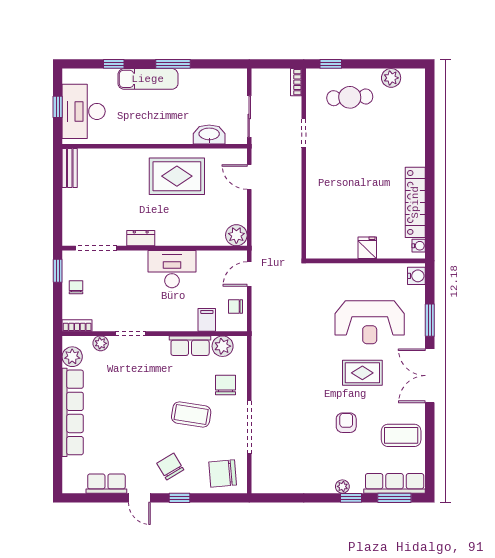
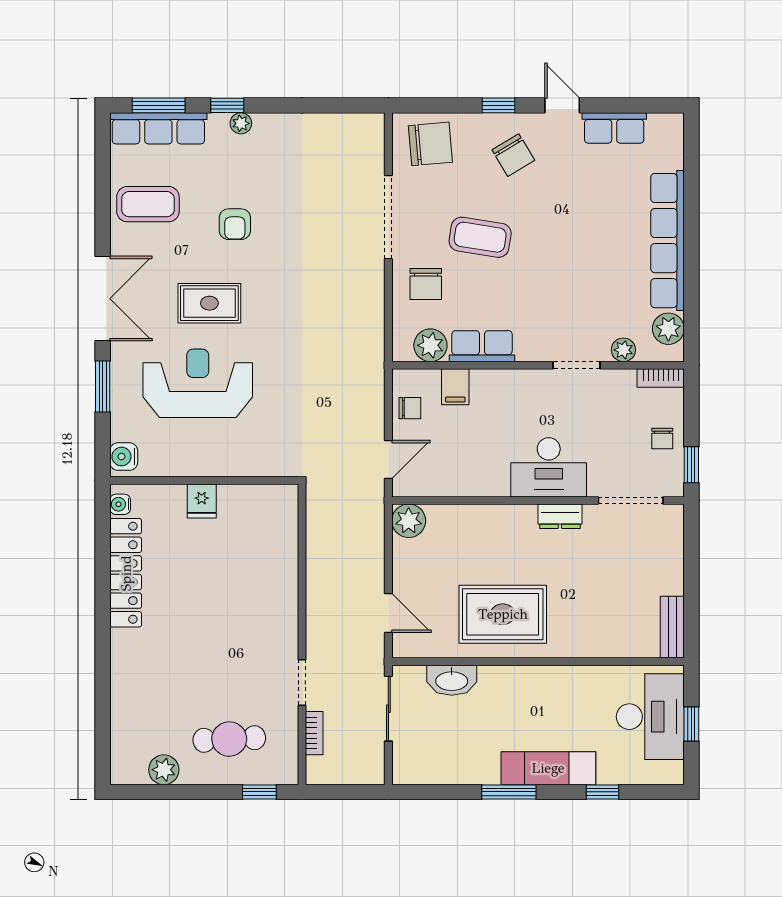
bookcase: (296, 82) -> (314, 733), moved
desk: (172, 269) -> (549, 467), moved

